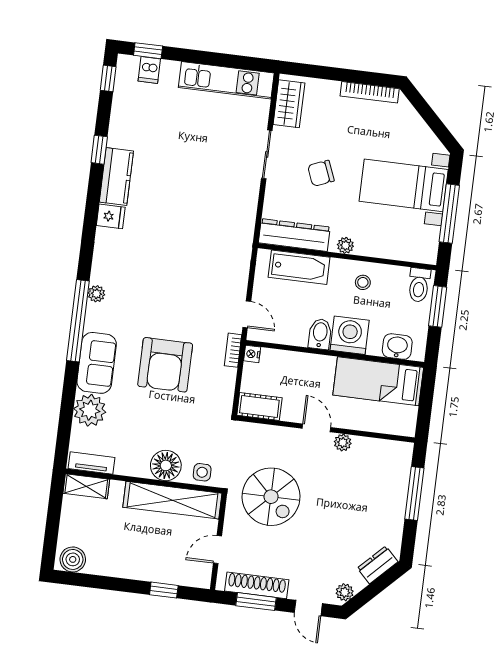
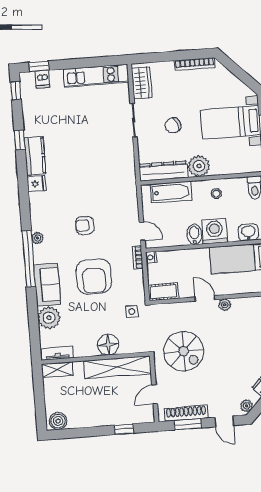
plant: (345, 245) -> (199, 166), width x1.87, depth x1.87
armchair: (167, 290) -> (85, 225), added
side table: (202, 472) -> (132, 312), moved

